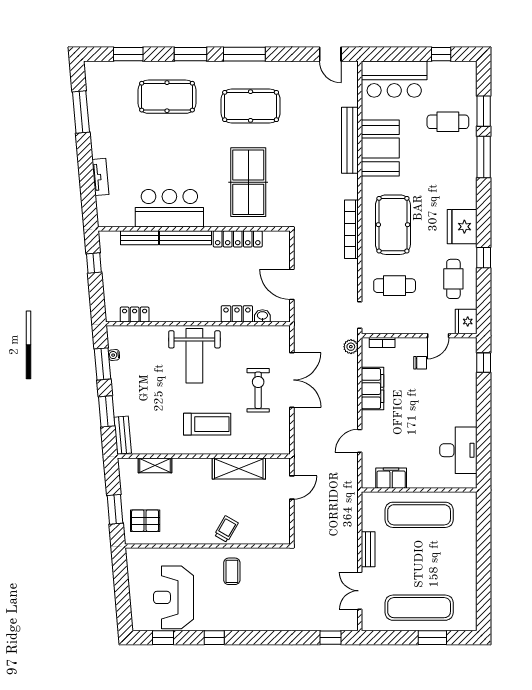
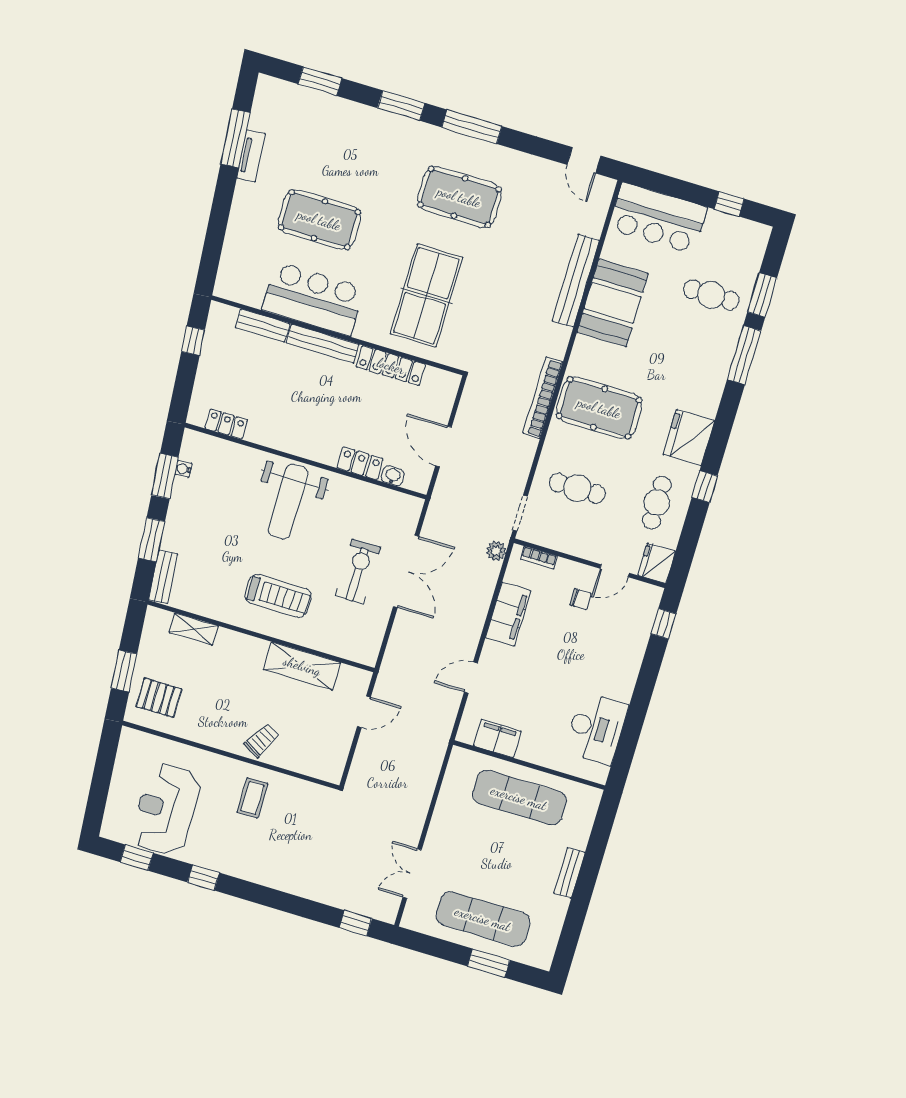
pool table: (167, 97) -> (319, 220), moved
tv unit: (100, 177) -> (251, 156), moved
pool table: (393, 225) -> (599, 408), turned 90
bench: (368, 549) -> (569, 873), moved

